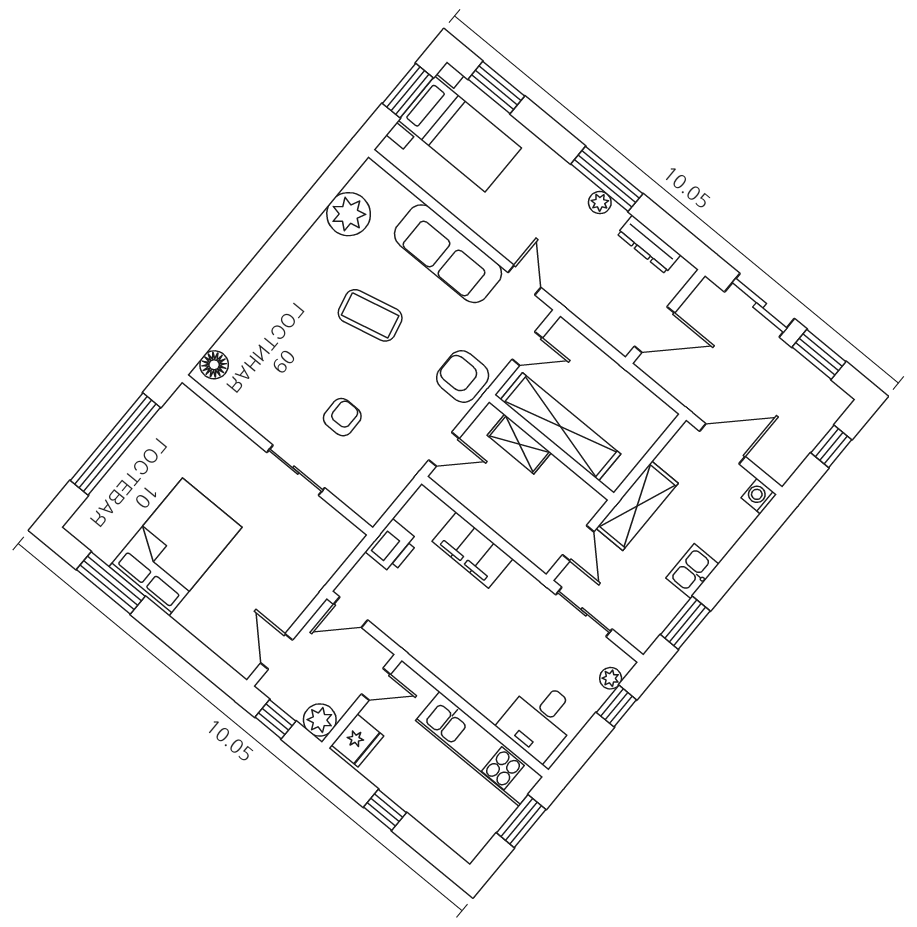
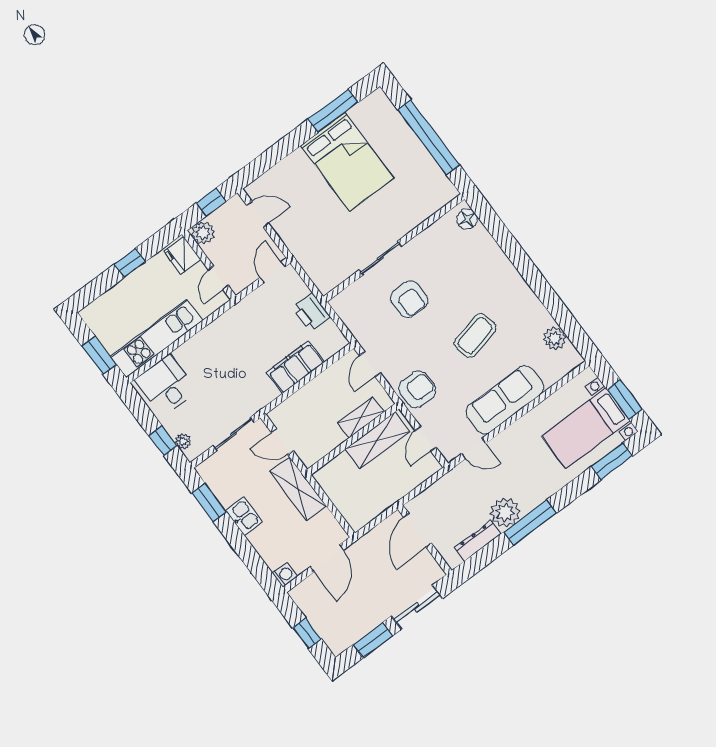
plant: (600, 203) -> (505, 512), width x1.88, depth x1.88
plant: (349, 214) -> (555, 338), width x0.73, depth x0.73
armchair: (342, 417) -> (409, 299), width x1.38, depth x1.38
shelving: (561, 427) -> (378, 440), width x0.68

